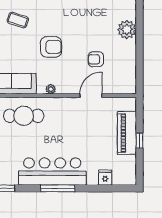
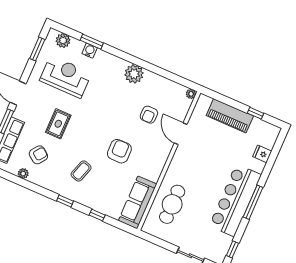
plant: (51, 89) -> (191, 94), moved
window: (139, 141) -> (256, 113), moved

